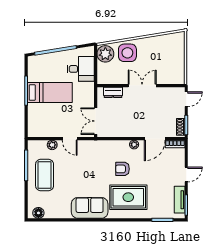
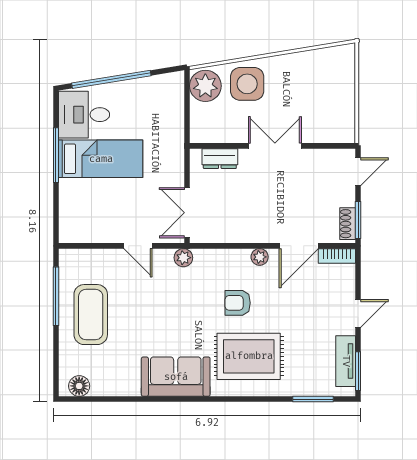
desk: (81, 69) -> (84, 115), moved, turned 180
plant: (52, 145) -> (183, 258), moved

